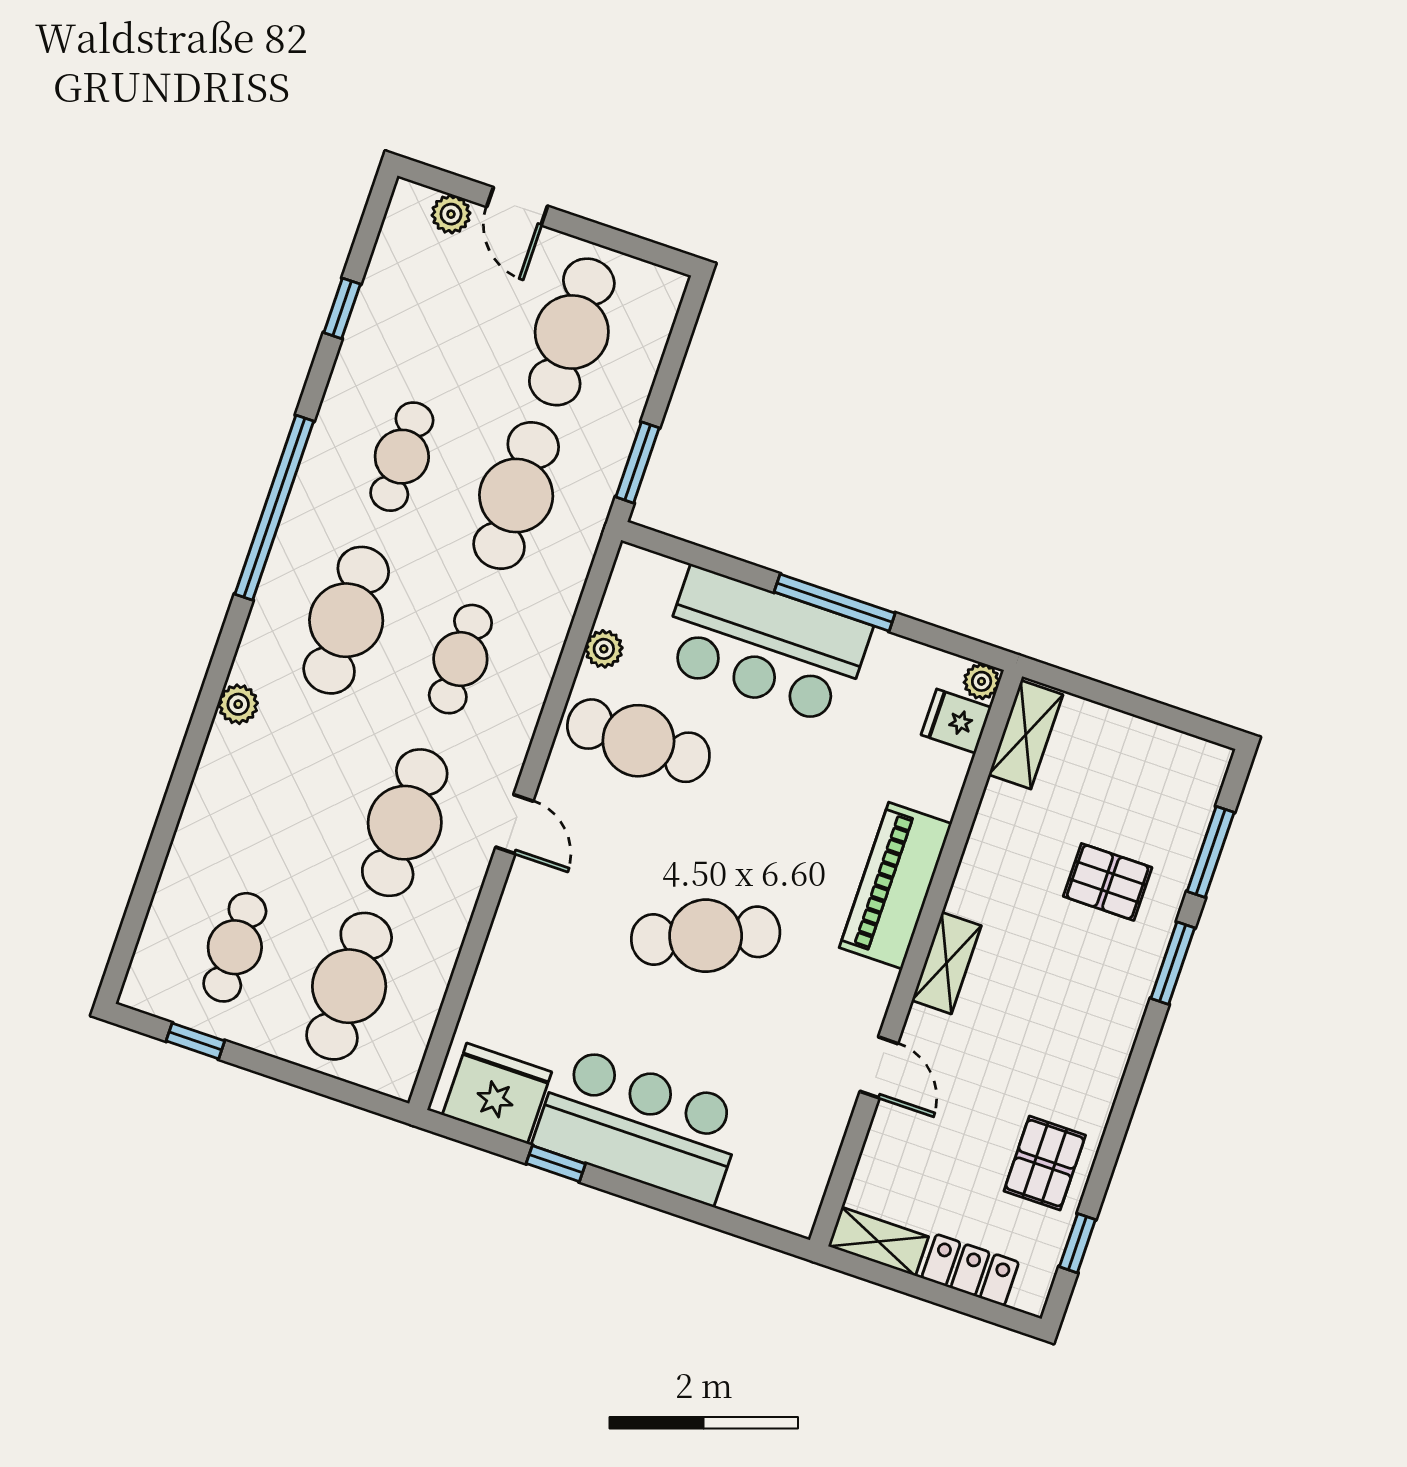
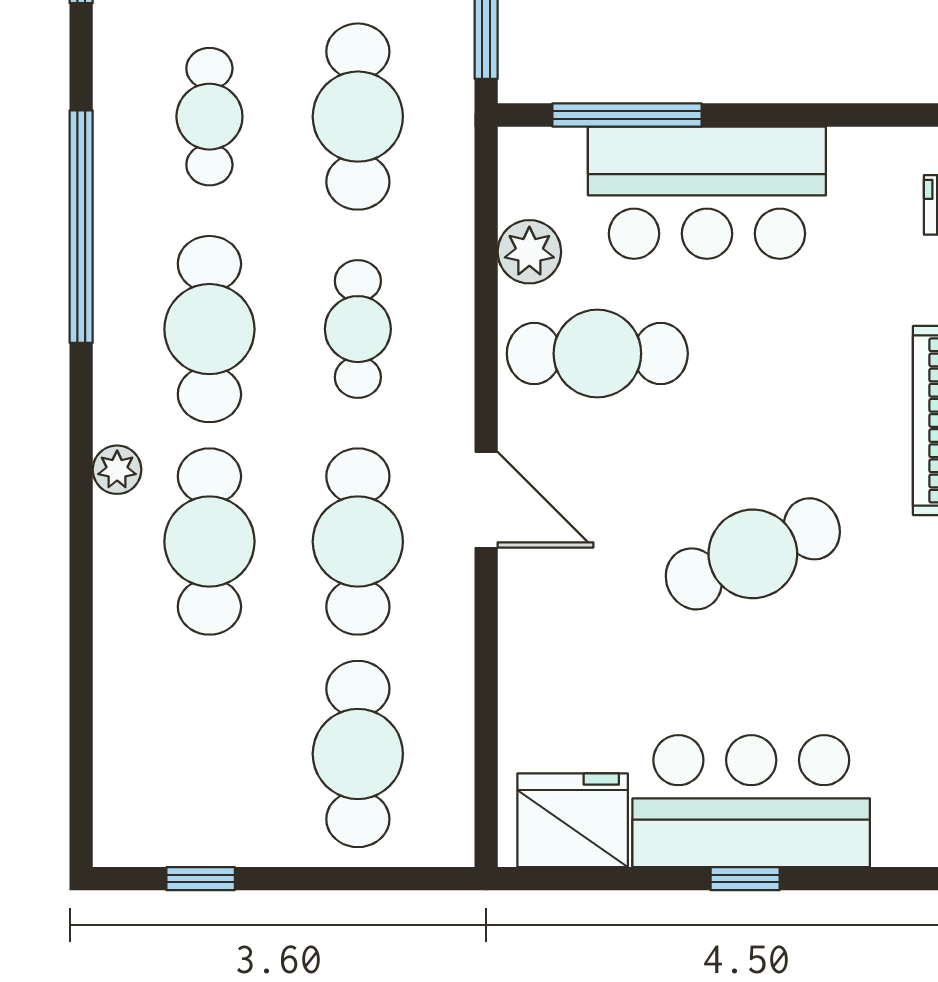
window: (835, 603) -> (627, 115), moved
plant: (604, 649) -> (529, 252), width x1.38, depth x1.38
door: (514, 824) -> (486, 500), width x1.37
cafe table: (235, 947) -> (209, 542), moved, width x1.37, depth x1.35
window: (556, 1164) -> (745, 879), moved

